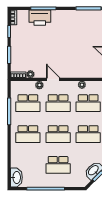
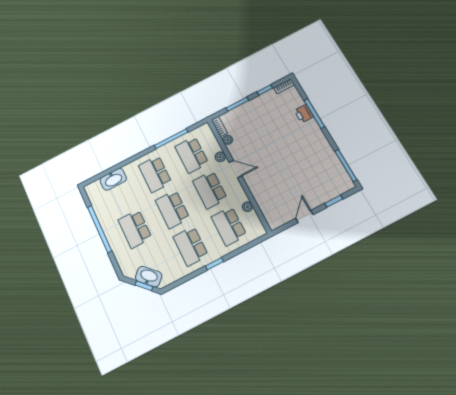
printer: (40, 18) -> (304, 114), width x0.53, depth x0.68
door: (53, 79) -> (235, 169), hinge flipped
washbasin: (16, 177) -> (113, 179), moved

